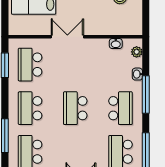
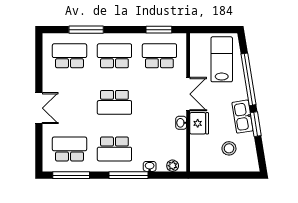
fridge: (96, 26) -> (199, 123), added
washbasin: (116, 44) -> (181, 123), moved
school desk: (75, 108) -> (114, 102), turned 180

